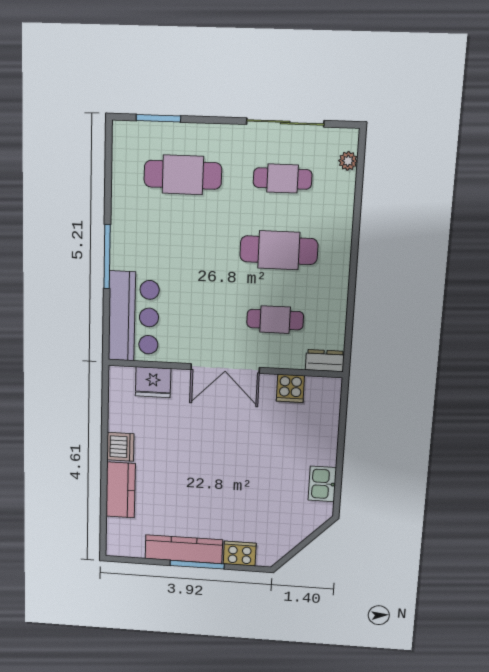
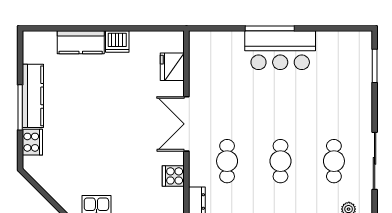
cafe table: (183, 175) -> (334, 86), removed
cafe table: (279, 250) -> (280, 161), width x0.73, depth x0.74
bar counter: (134, 317) -> (280, 50), moved

